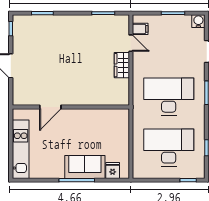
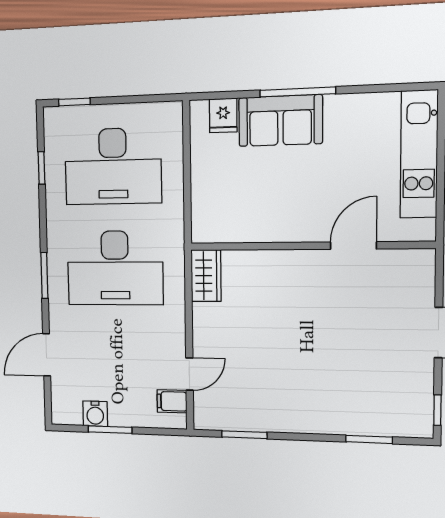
water cooler: (198, 21) -> (95, 414), moved
door: (131, 43) -> (190, 374), swing flipped
wardrobe: (122, 65) -> (206, 276), moved

